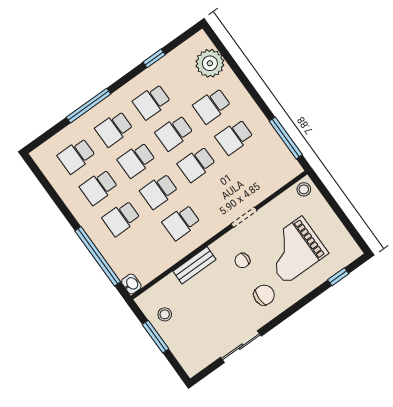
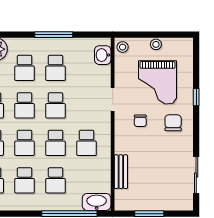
window: (286, 138) -> (54, 35), moved
washbasin: (281, 175) -> (103, 55), added
bench: (195, 265) -> (121, 172), moved
window: (338, 277) -> (196, 97), moved
washbasin: (131, 284) -> (97, 202), width x1.91, depth x1.45
stool: (165, 314) -> (156, 44), moved
sliding door: (241, 347) -> (196, 175), moved

